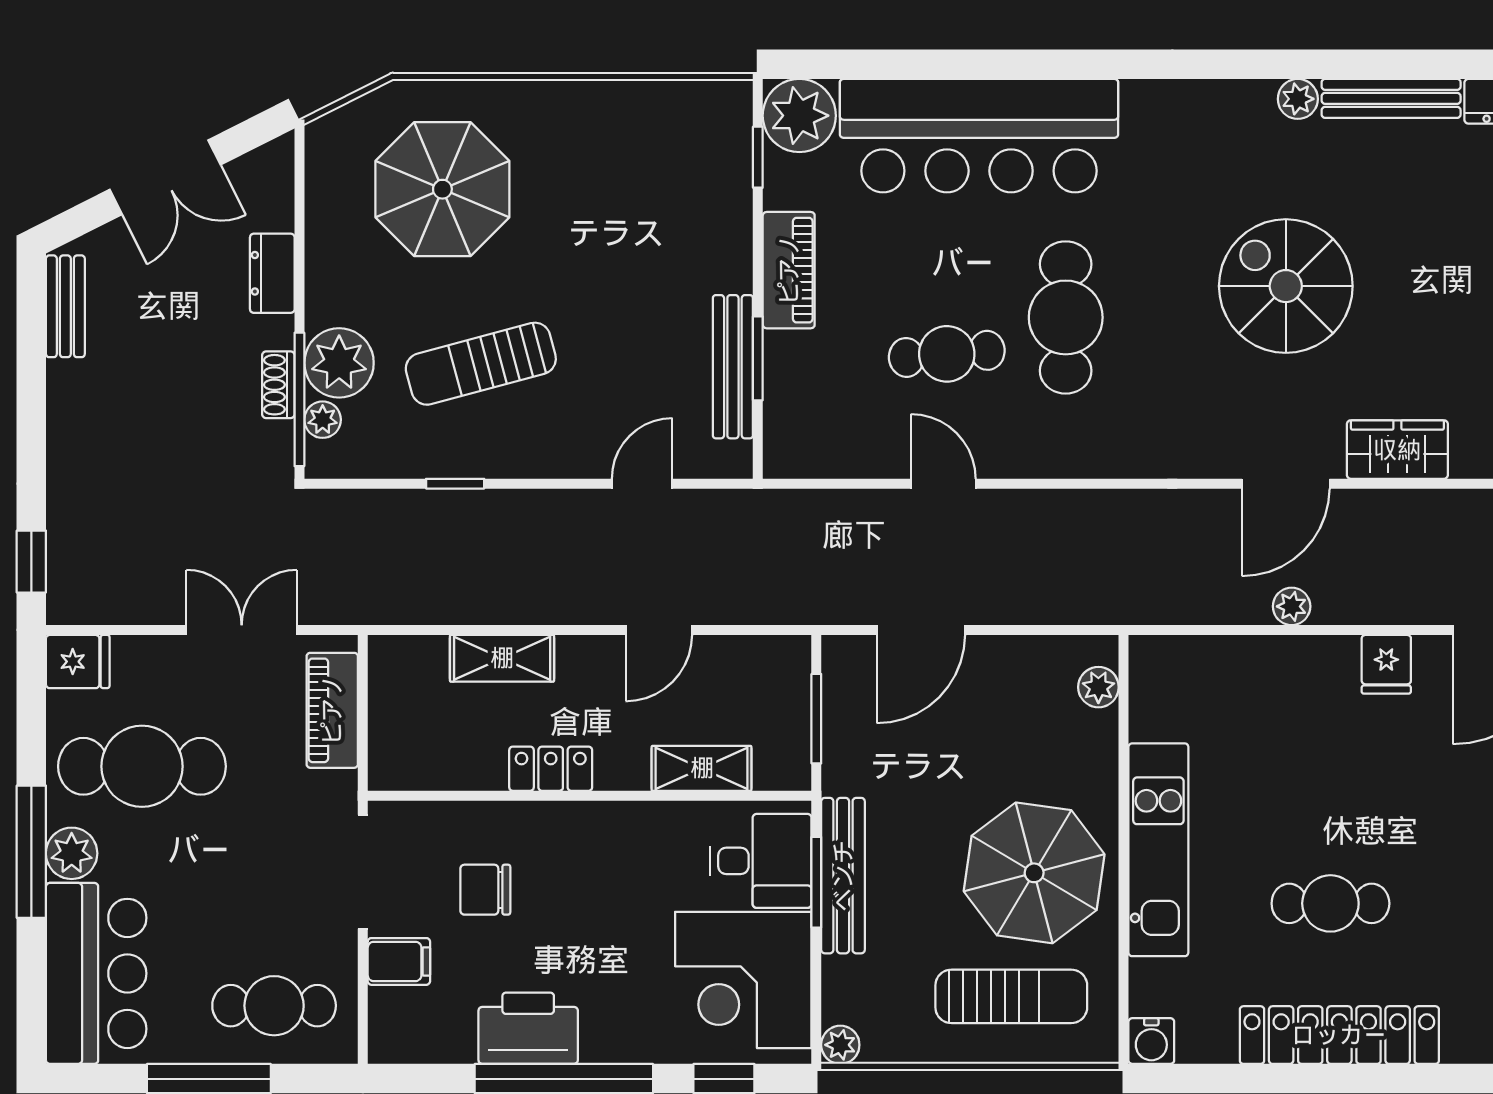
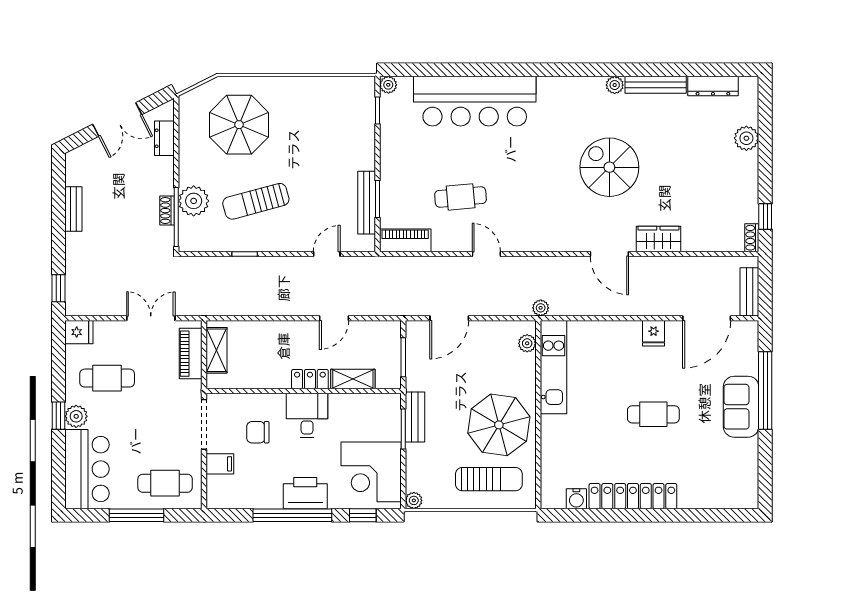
plant: (799, 116) -> (388, 85), width x0.53, depth x0.53
piano: (789, 270) -> (405, 240), moved, turned -90
dresser: (272, 273) -> (164, 138), moved
bench: (65, 306) -> (73, 209), moved
cafe table: (1066, 317) -> (513, 181), removed
plant: (323, 420) -> (186, 226), removed
door: (943, 484) -> (486, 254), moved
door: (1286, 484) -> (609, 254), hinge flipped
plant: (1292, 606) -> (541, 308), moved
shelving: (502, 658) -> (217, 350), moved, turned 90
cafe table: (142, 766) -> (107, 378), width x0.73, depth x0.74
locker: (551, 769) -> (310, 379), moved
kitchen unit: (1158, 850) -> (553, 367), moved
window: (31, 852) -> (58, 416), width x0.46
desk: (761, 861) -> (307, 415), moved, turned -90
bench: (843, 876) -> (415, 417), width x0.73
cafe table: (1330, 903) -> (653, 414), moved
printer: (528, 1028) -> (305, 493), moved
water cooler: (1151, 1041) -> (576, 499), moved

